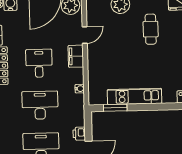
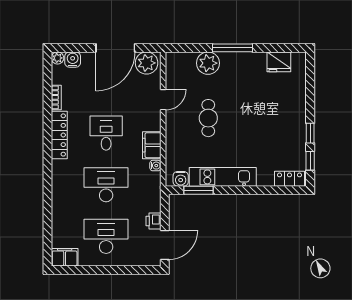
cafe table: (151, 29) -> (208, 118), moved
filing cabinet: (76, 56) -> (152, 145), moved
water cooler: (100, 99) -> (181, 179), added

